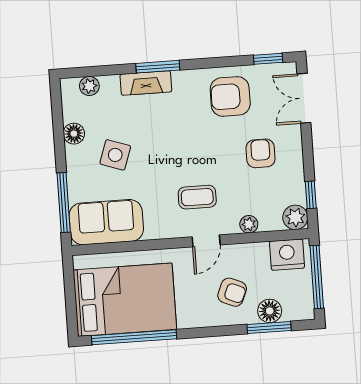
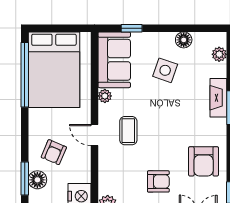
armchair: (230, 96) -> (204, 161), turned 180
window: (64, 202) -> (132, 28), width x0.46
plant: (249, 224) -> (105, 96), moved

